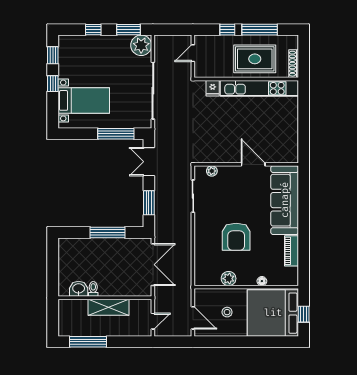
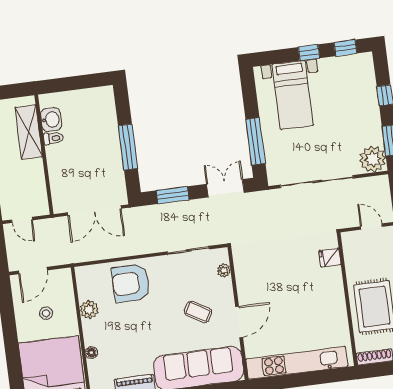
kitchen unit: (259, 88) -> (297, 363), moved, turned 90
coffee table: (241, 195) -> (198, 312), added
armchair: (236, 237) -> (131, 283), moved
shelving: (109, 307) -> (29, 132), moved

